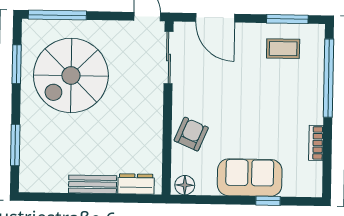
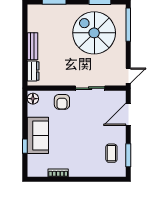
sliding door: (168, 58) -> (90, 88), moved
window: (329, 78) -> (95, 179), removed
armchair: (191, 134) -> (62, 102), turned 67

